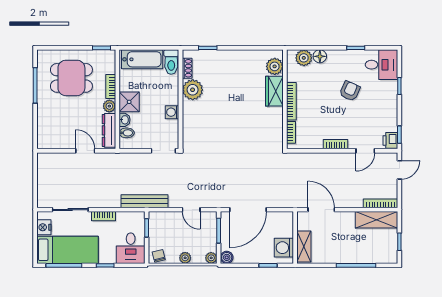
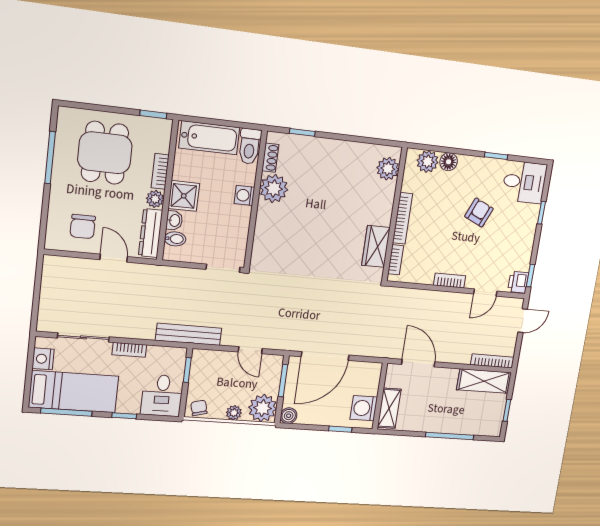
dining table: (71, 78) -> (105, 153), turned 90
wardrobe: (274, 91) -> (376, 246), moved
washing machine: (172, 112) -> (244, 195), moved
chair: (62, 131) -> (83, 227), added
plant: (211, 258) -> (263, 408), width x1.88, depth x1.88

